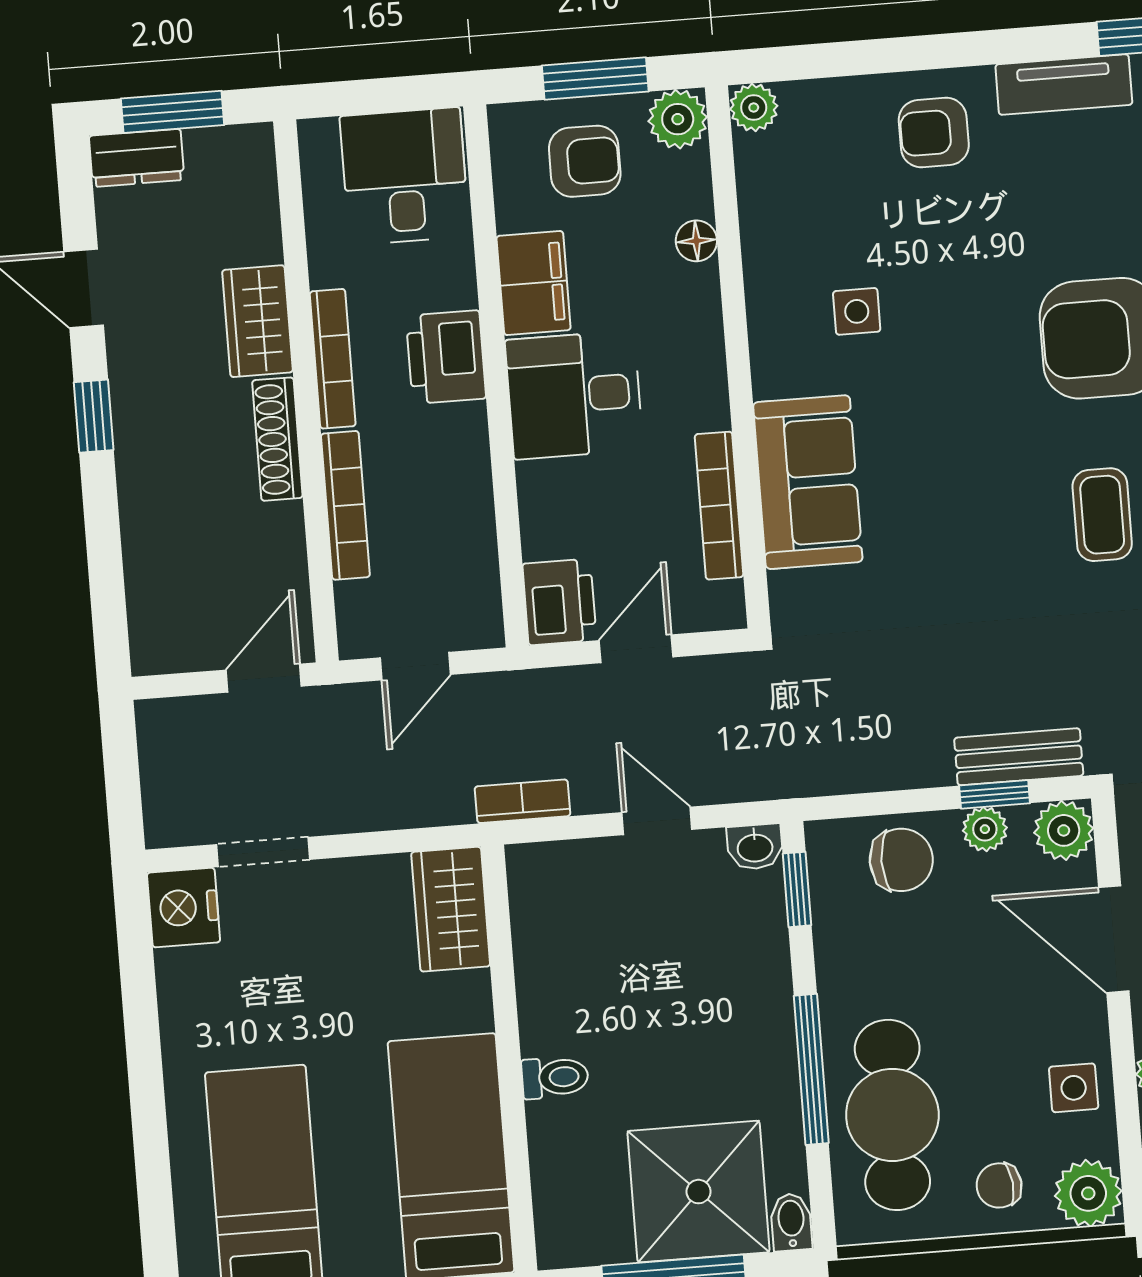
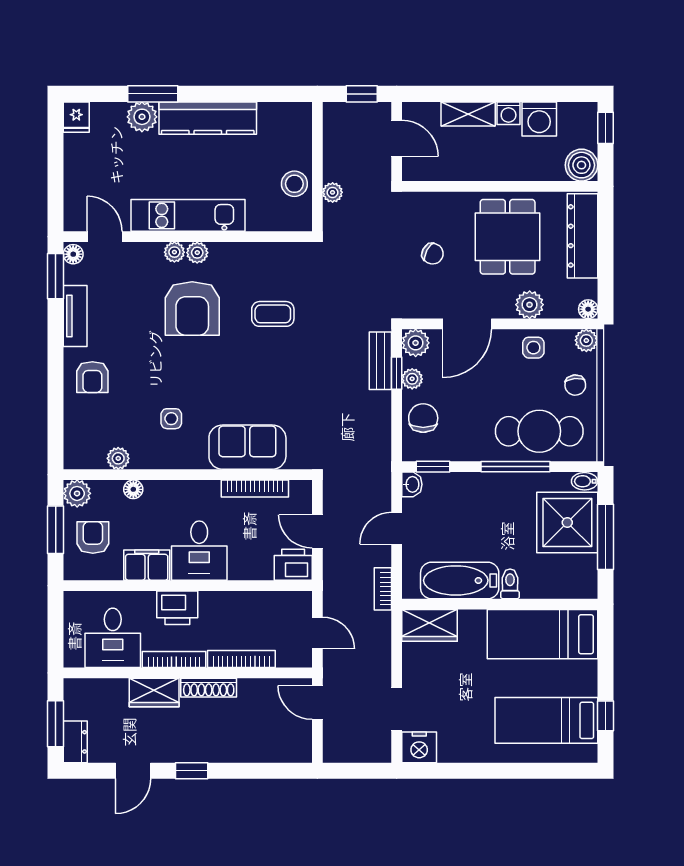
plant: (754, 107) -> (118, 458), moved
desk: (405, 176) -> (113, 638), moved, turned -90
bathtub: (554, 967) -> (460, 580), added
plant: (1088, 1193) -> (586, 340), width x0.73, depth x0.73

